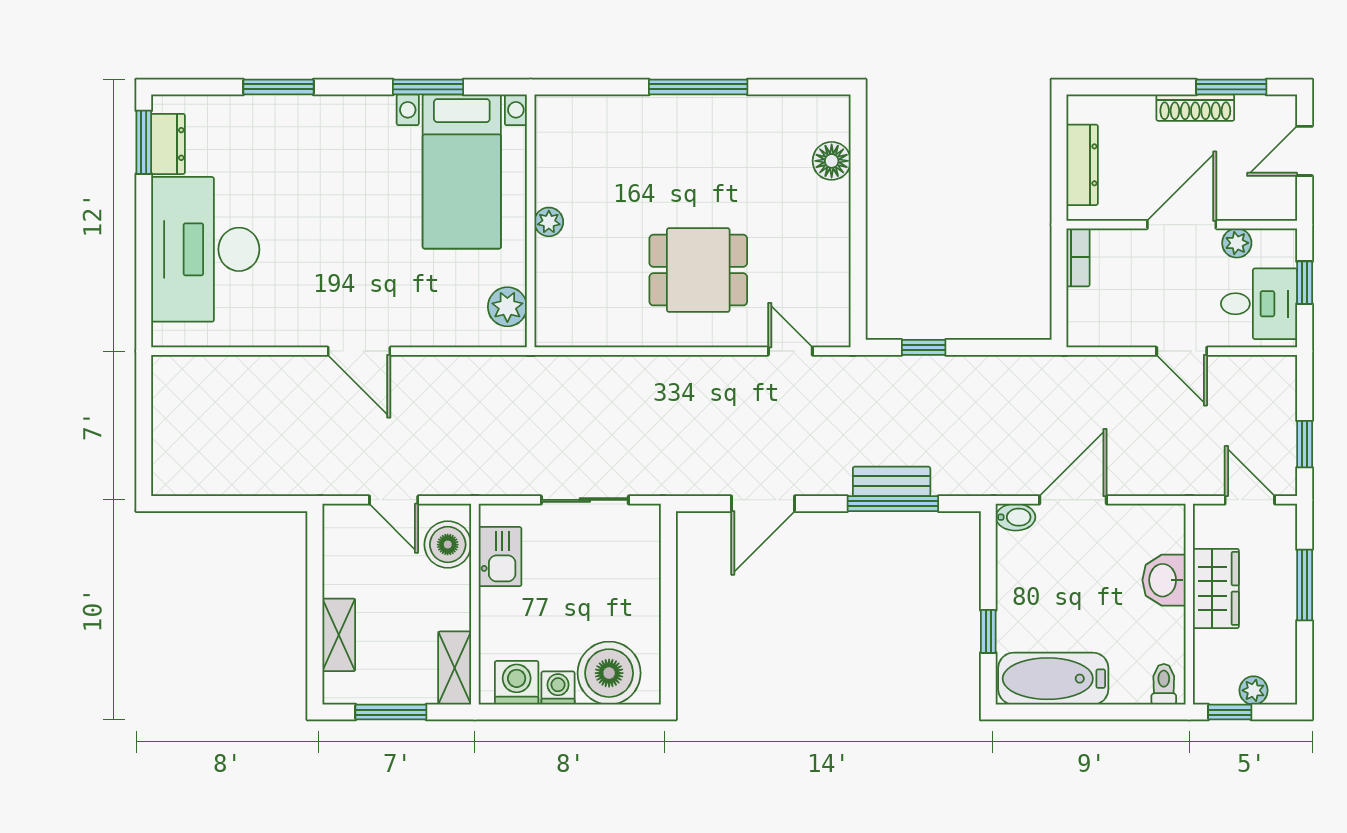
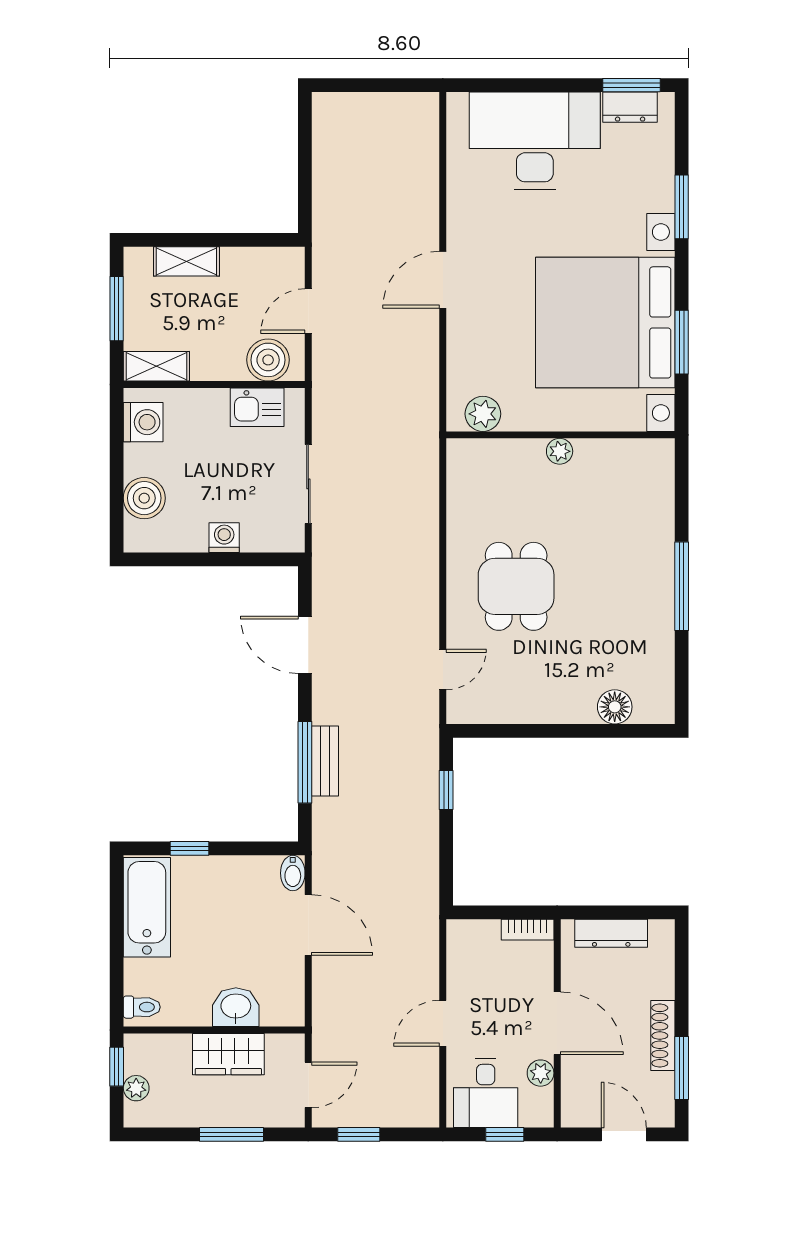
bed with nightstands: (462, 171) -> (605, 322), width x1.85
boiler: (609, 673) -> (144, 498), width x0.73, depth x0.73
washing machine: (558, 688) -> (224, 538), moved, turned -90

